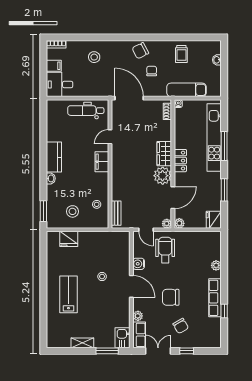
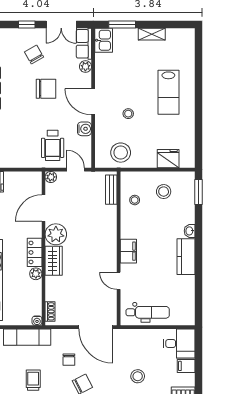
door: (110, 137) -> (119, 281), swing flipped
plant: (179, 223) -> (36, 274), moved
stool: (108, 244) -> (121, 153), added

